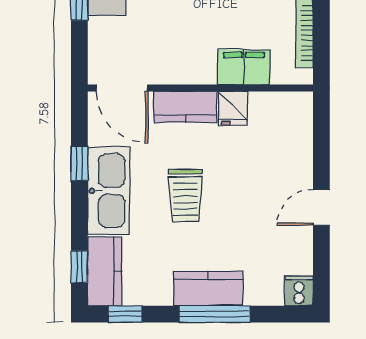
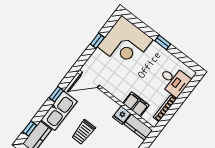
door: (122, 88) -> (90, 80), hinge flipped
kitchen counter: (185, 107) -> (138, 127), moved

